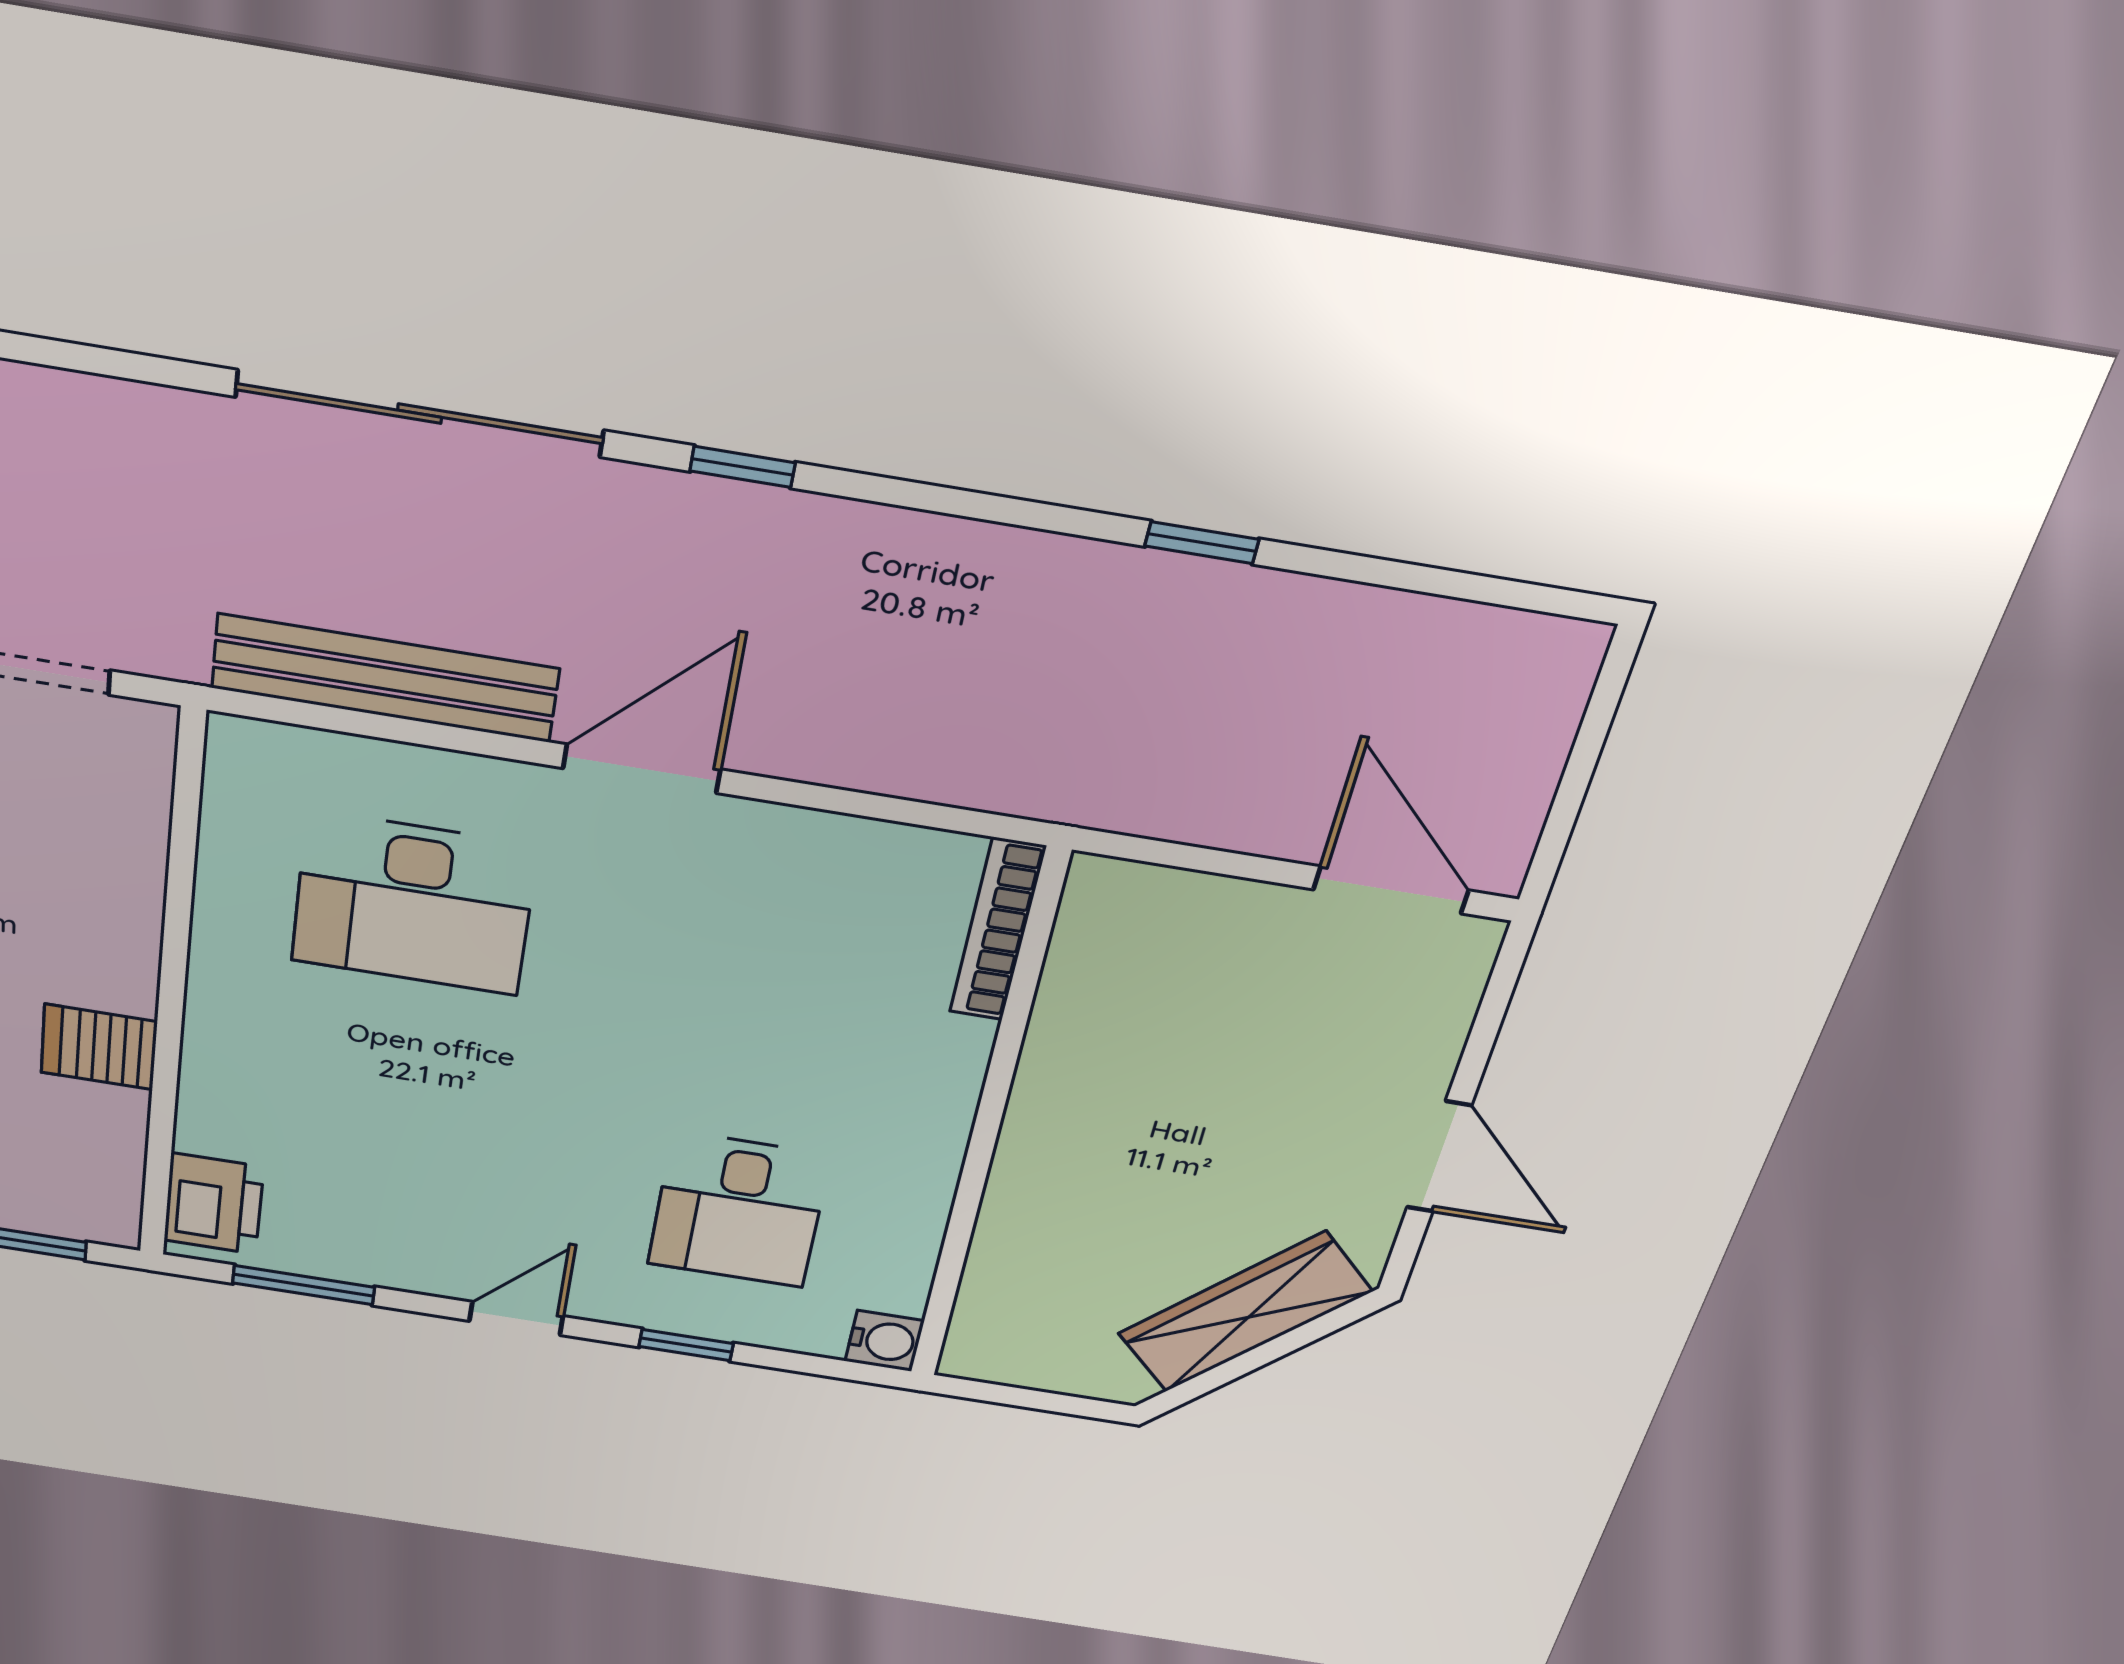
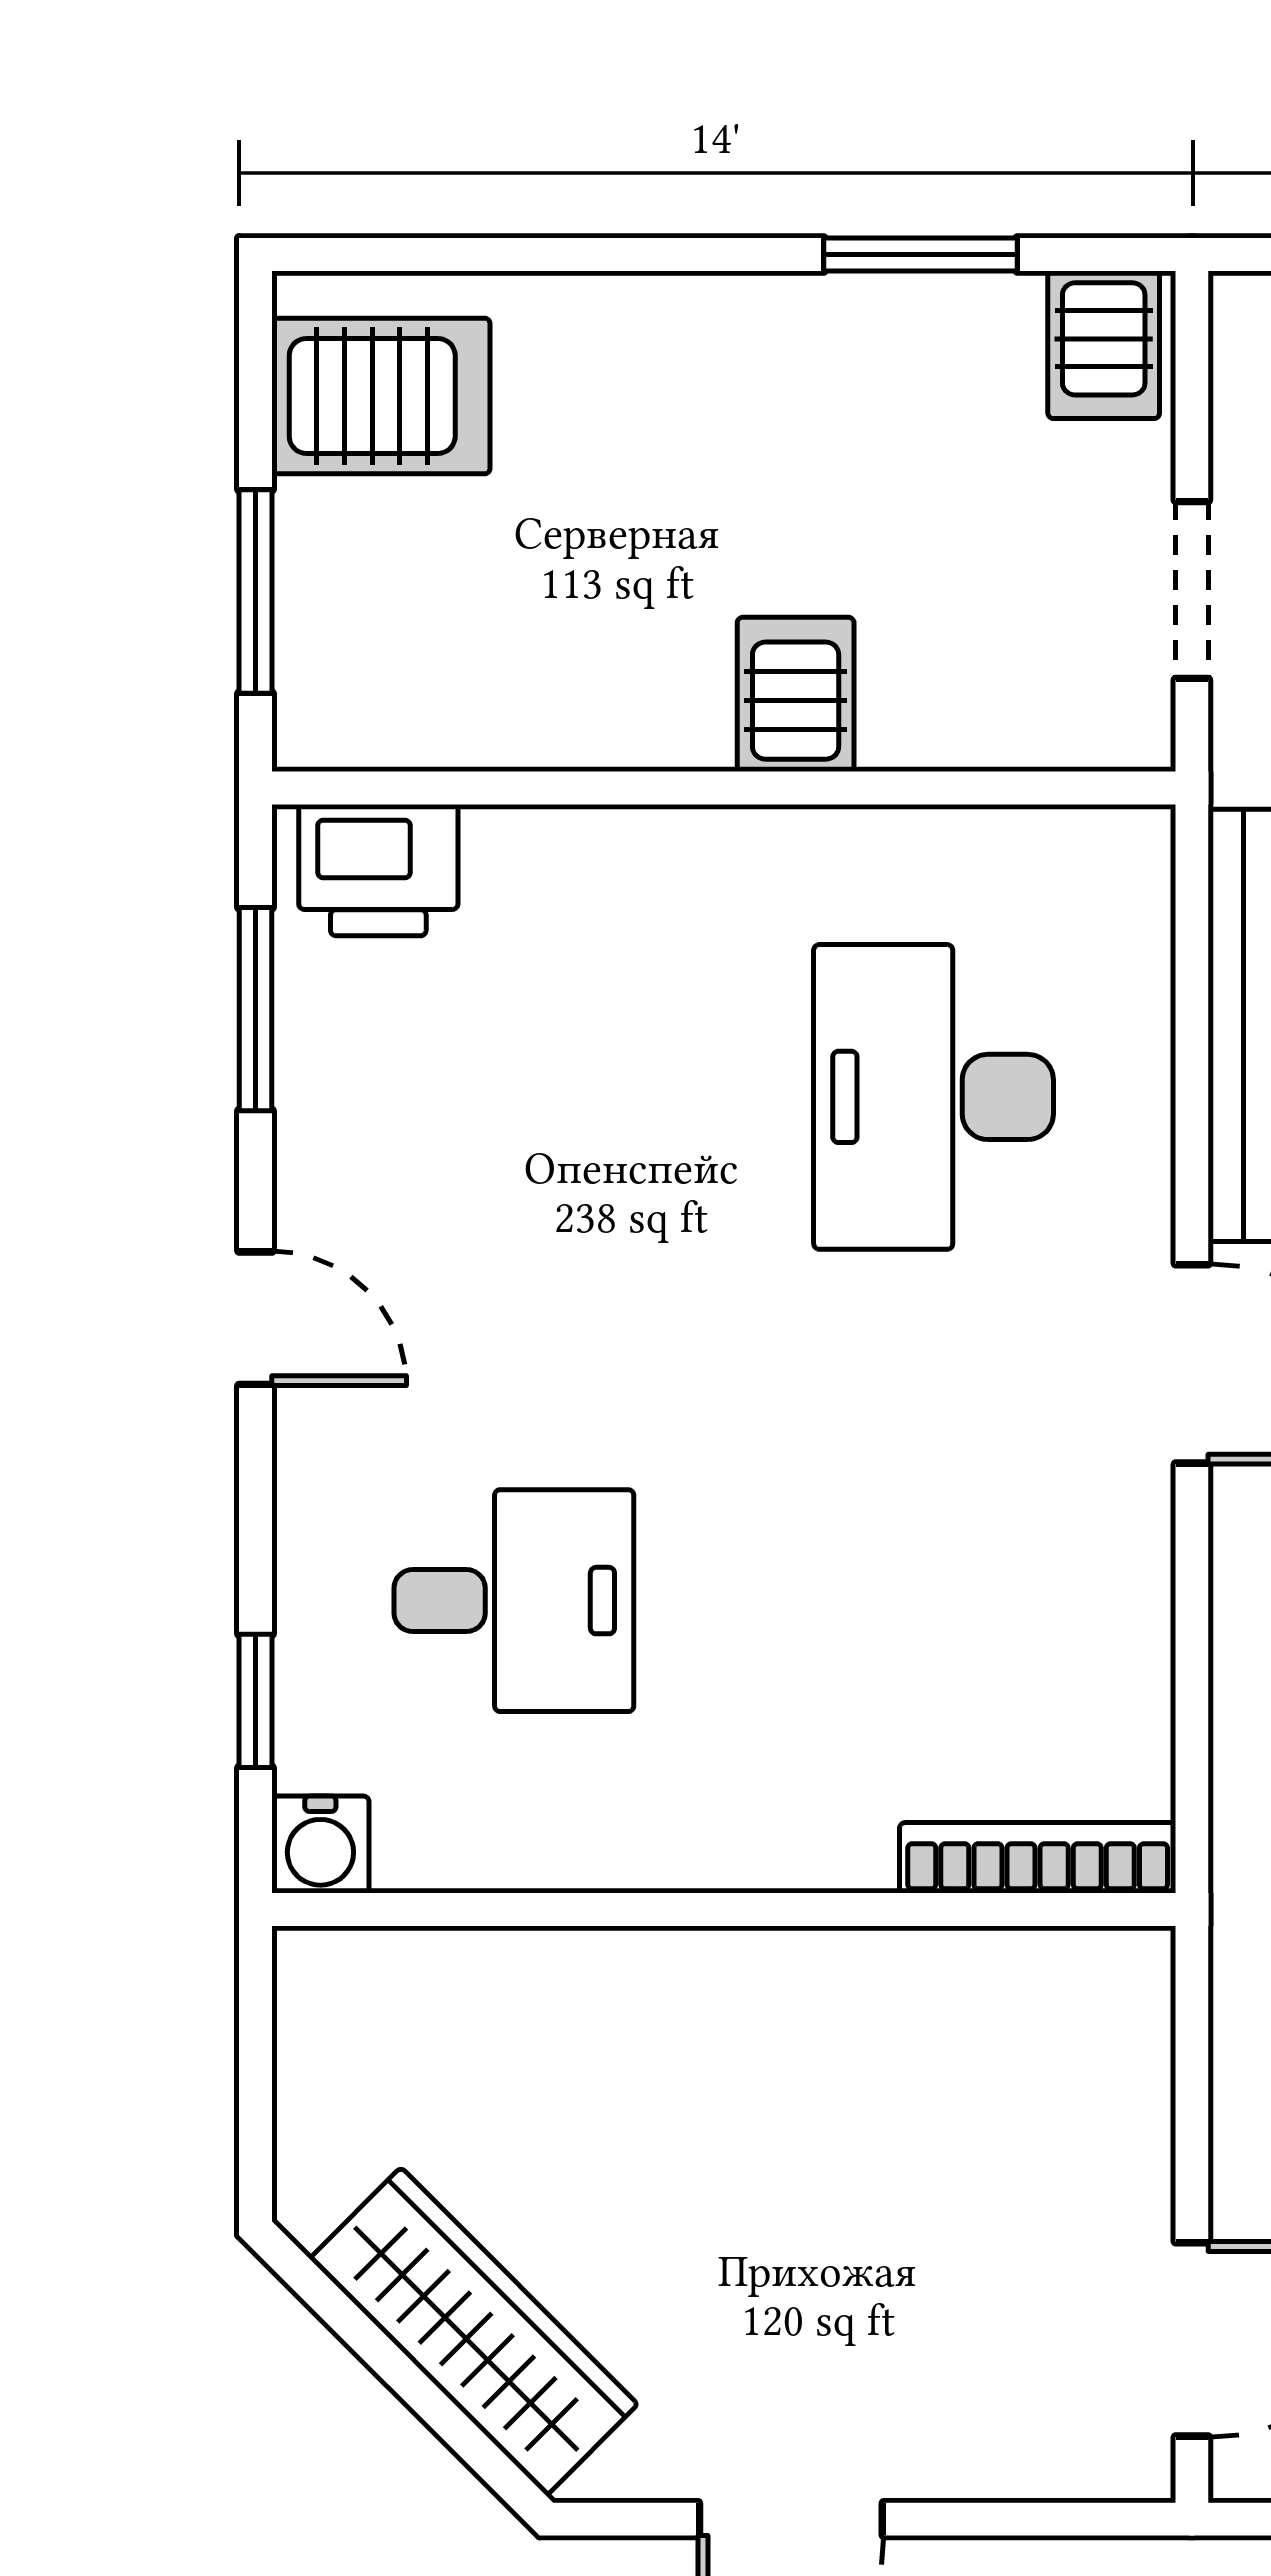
server rack: (99, 1047) -> (796, 694), moved
desk: (739, 1210) -> (514, 1601), turned 180
window: (686, 1345) -> (256, 1701), moved

